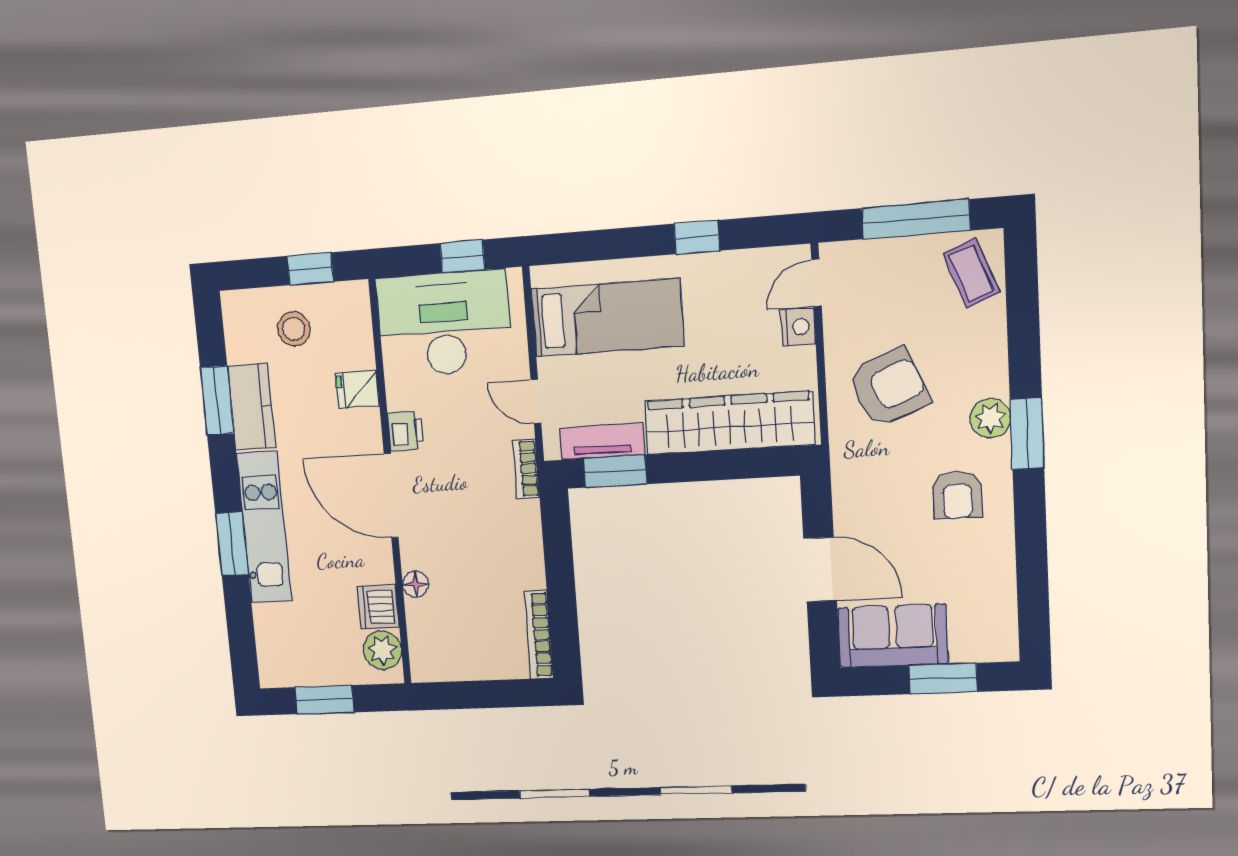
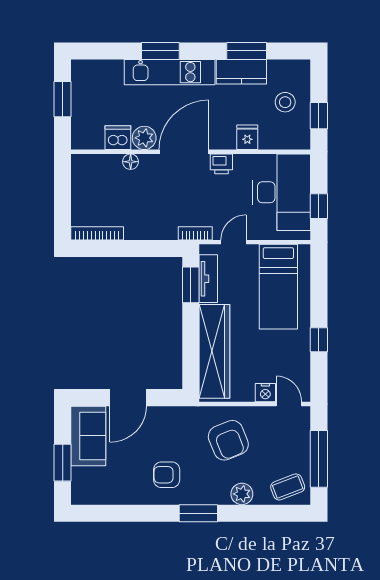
plant: (990, 418) -> (242, 494), moved
plant: (382, 650) -> (144, 138), moved

